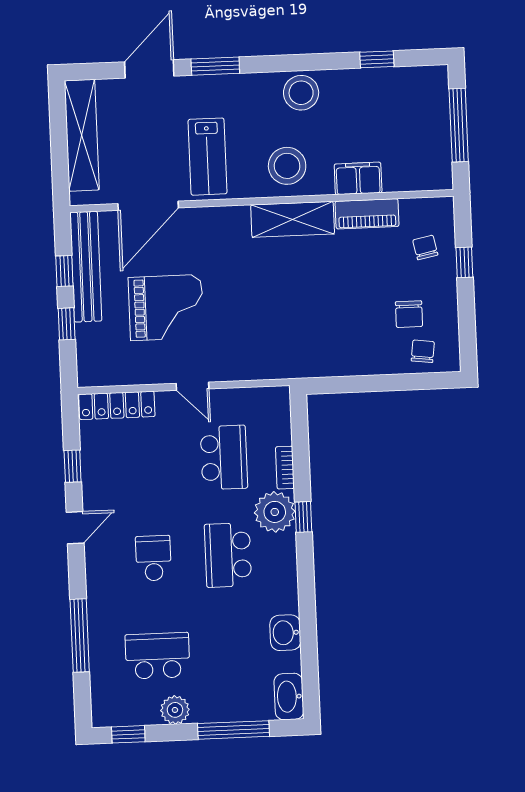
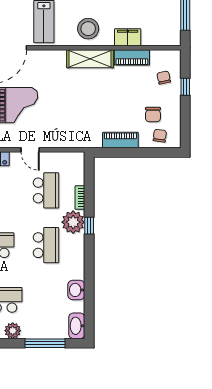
piano: (353, 362) -> (120, 140), added
school desk: (228, 555) -> (46, 245), turned 180

